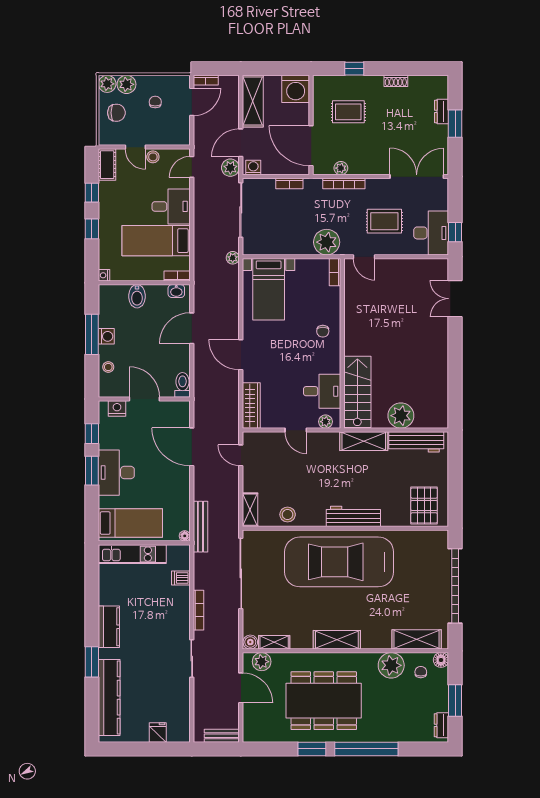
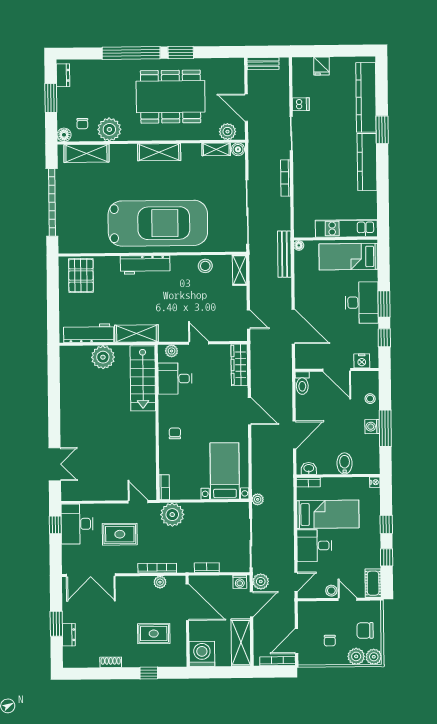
bookcase: (206, 80) -> (278, 661), width x1.56
dishwasher: (181, 578) -> (301, 104), moved
kitchen counter: (109, 627) -> (367, 162), width x1.50

